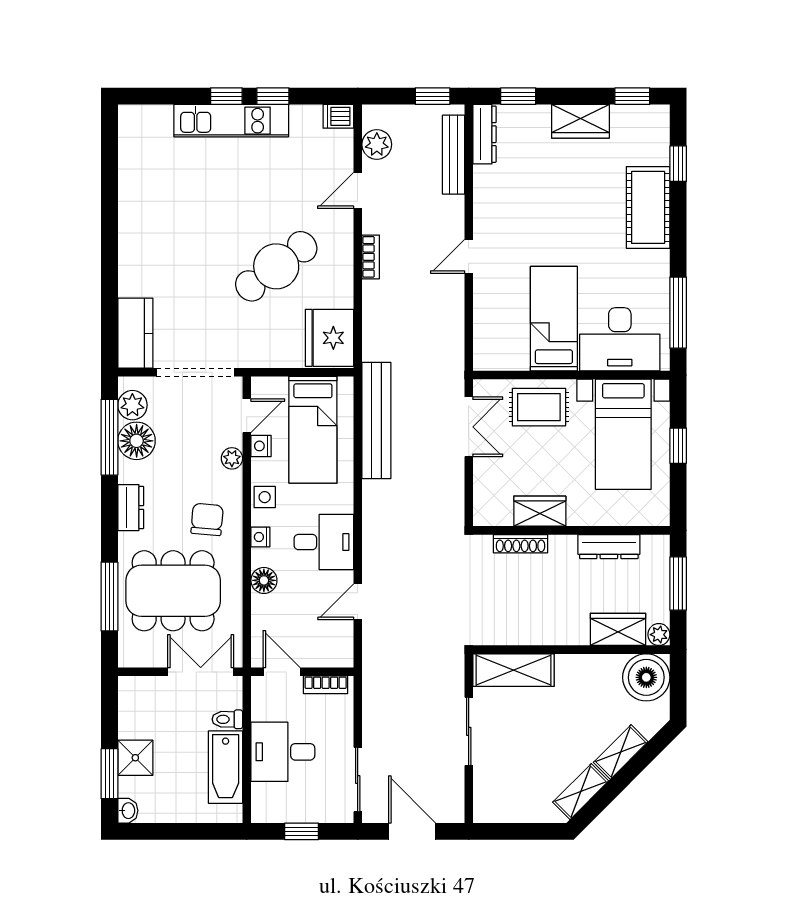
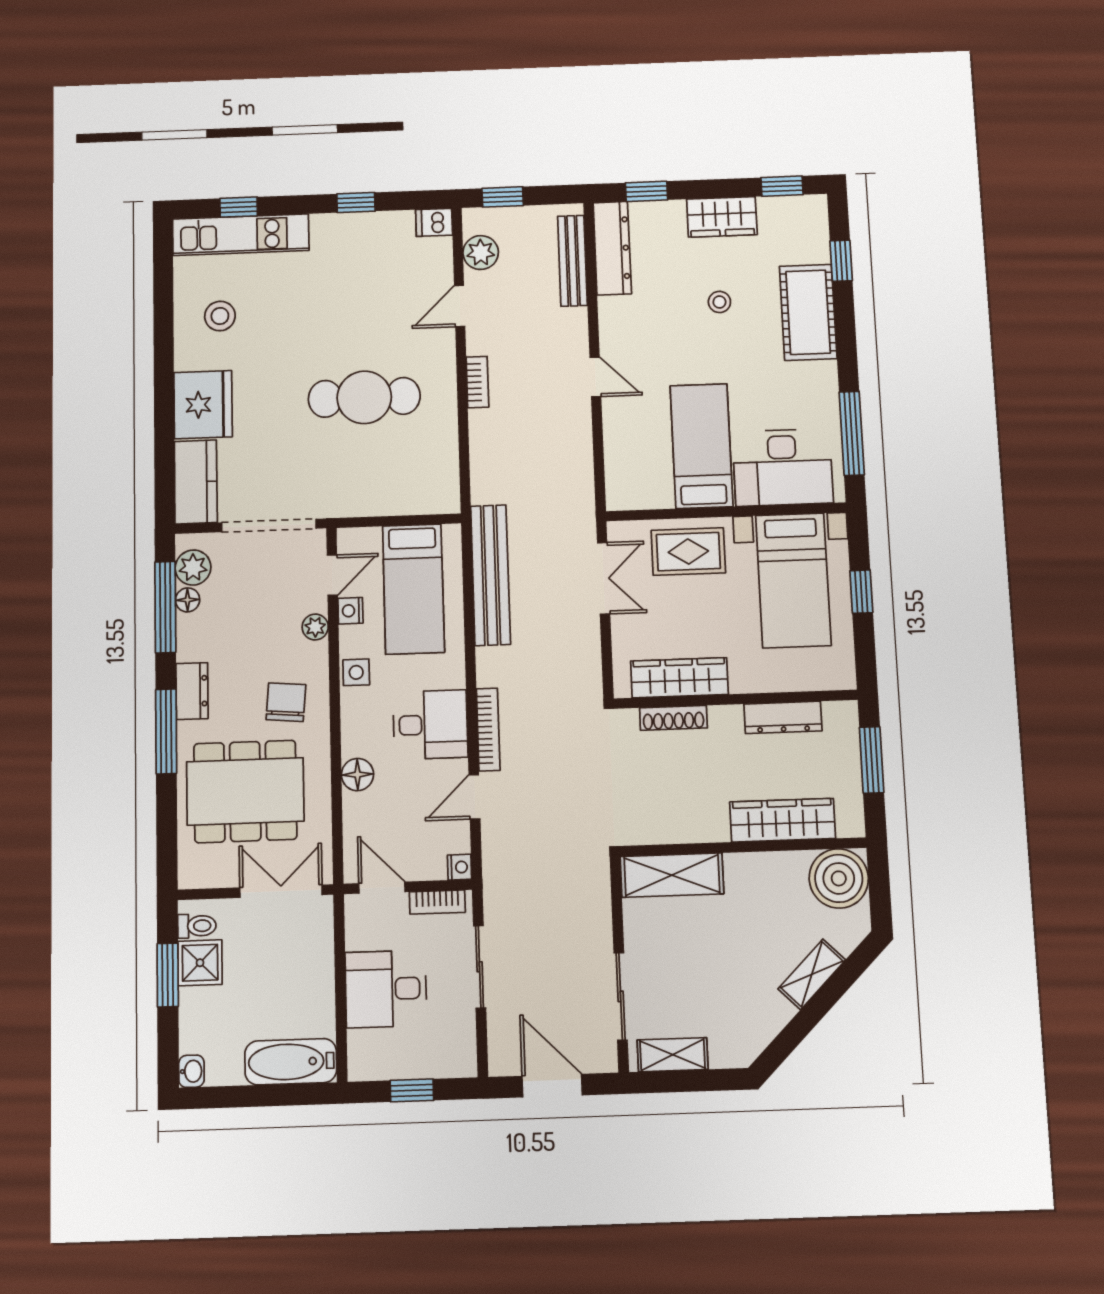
window: (226, 96) -> (239, 207), moved
window: (433, 96) -> (503, 197), moved
kitchen unit: (231, 121) -> (241, 235), moved
dresser: (484, 134) -> (612, 248), width x1.37, depth x1.24
stool: (157, 191) -> (220, 316), added
stool: (575, 196) -> (719, 302), added
door: (469, 256) -> (595, 377), swing flipped
cafe table: (276, 266) -> (364, 397), turned 37
fridge: (329, 338) -> (203, 405), moved, turned 180
floor lamp: (137, 441) -> (188, 600), width x0.53, depth x0.53
wardrobe: (540, 511) -> (679, 678), width x1.50
nightstand: (260, 537) -> (460, 867), moved, turned 180
bookcase: (370, 548) -> (488, 730), added
window: (109, 596) -> (166, 731), moved
wardrobe: (618, 629) -> (783, 820), width x1.50
plant: (659, 635) -> (851, 824), removed
toilet: (227, 719) -> (197, 926), moved, turned 180
sliding door: (469, 731) -> (621, 996), moved
shower: (135, 758) -> (200, 963), moved
bathtub: (226, 767) -> (291, 1062), moved, turned 90
window: (109, 774) -> (168, 975), moved
sliding door: (358, 780) -> (480, 967), moved
shelving: (581, 792) -> (673, 1055), moved, turned 45

